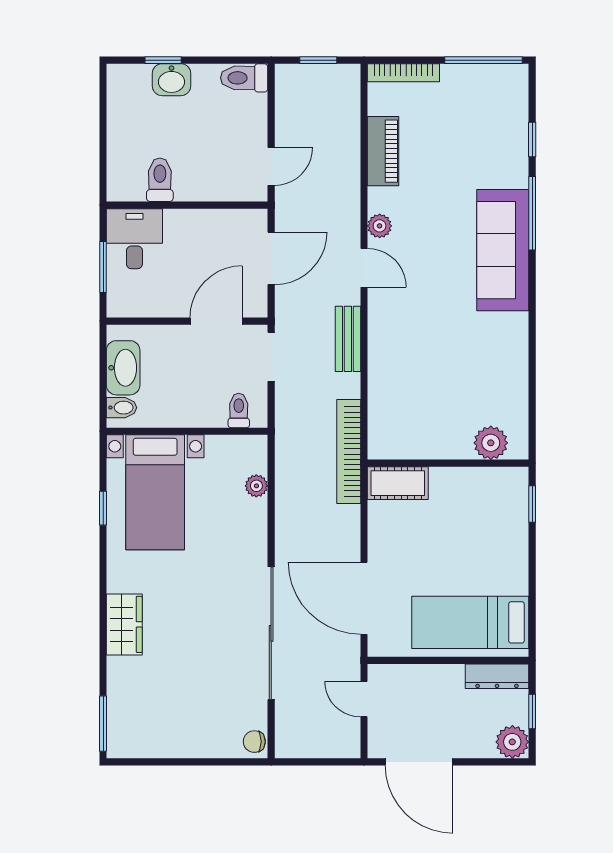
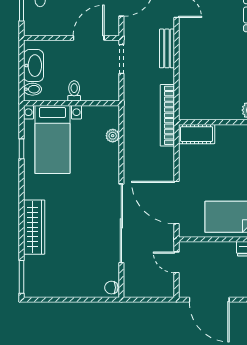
toilet: (239, 410) -> (74, 91), moved
wardrobe: (124, 624) -> (34, 227), width x1.50

